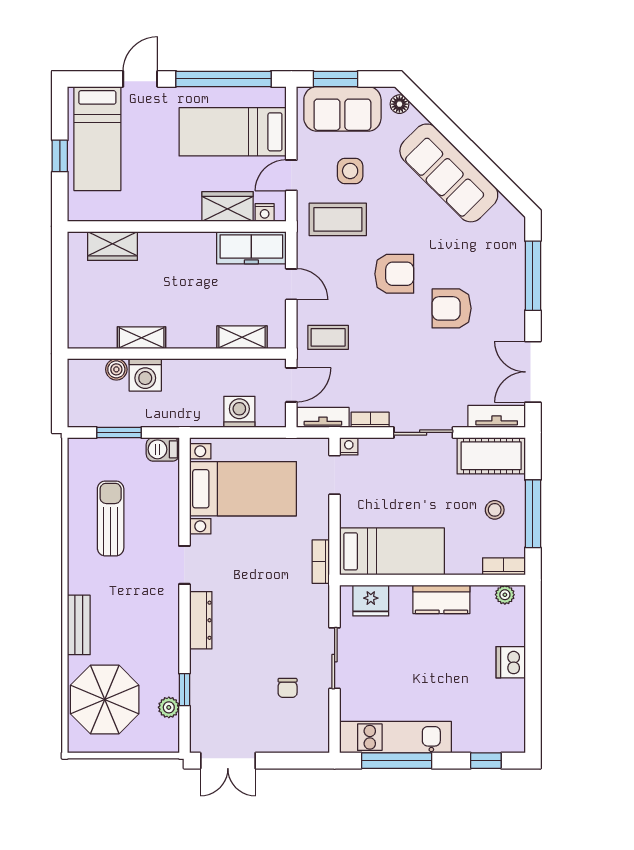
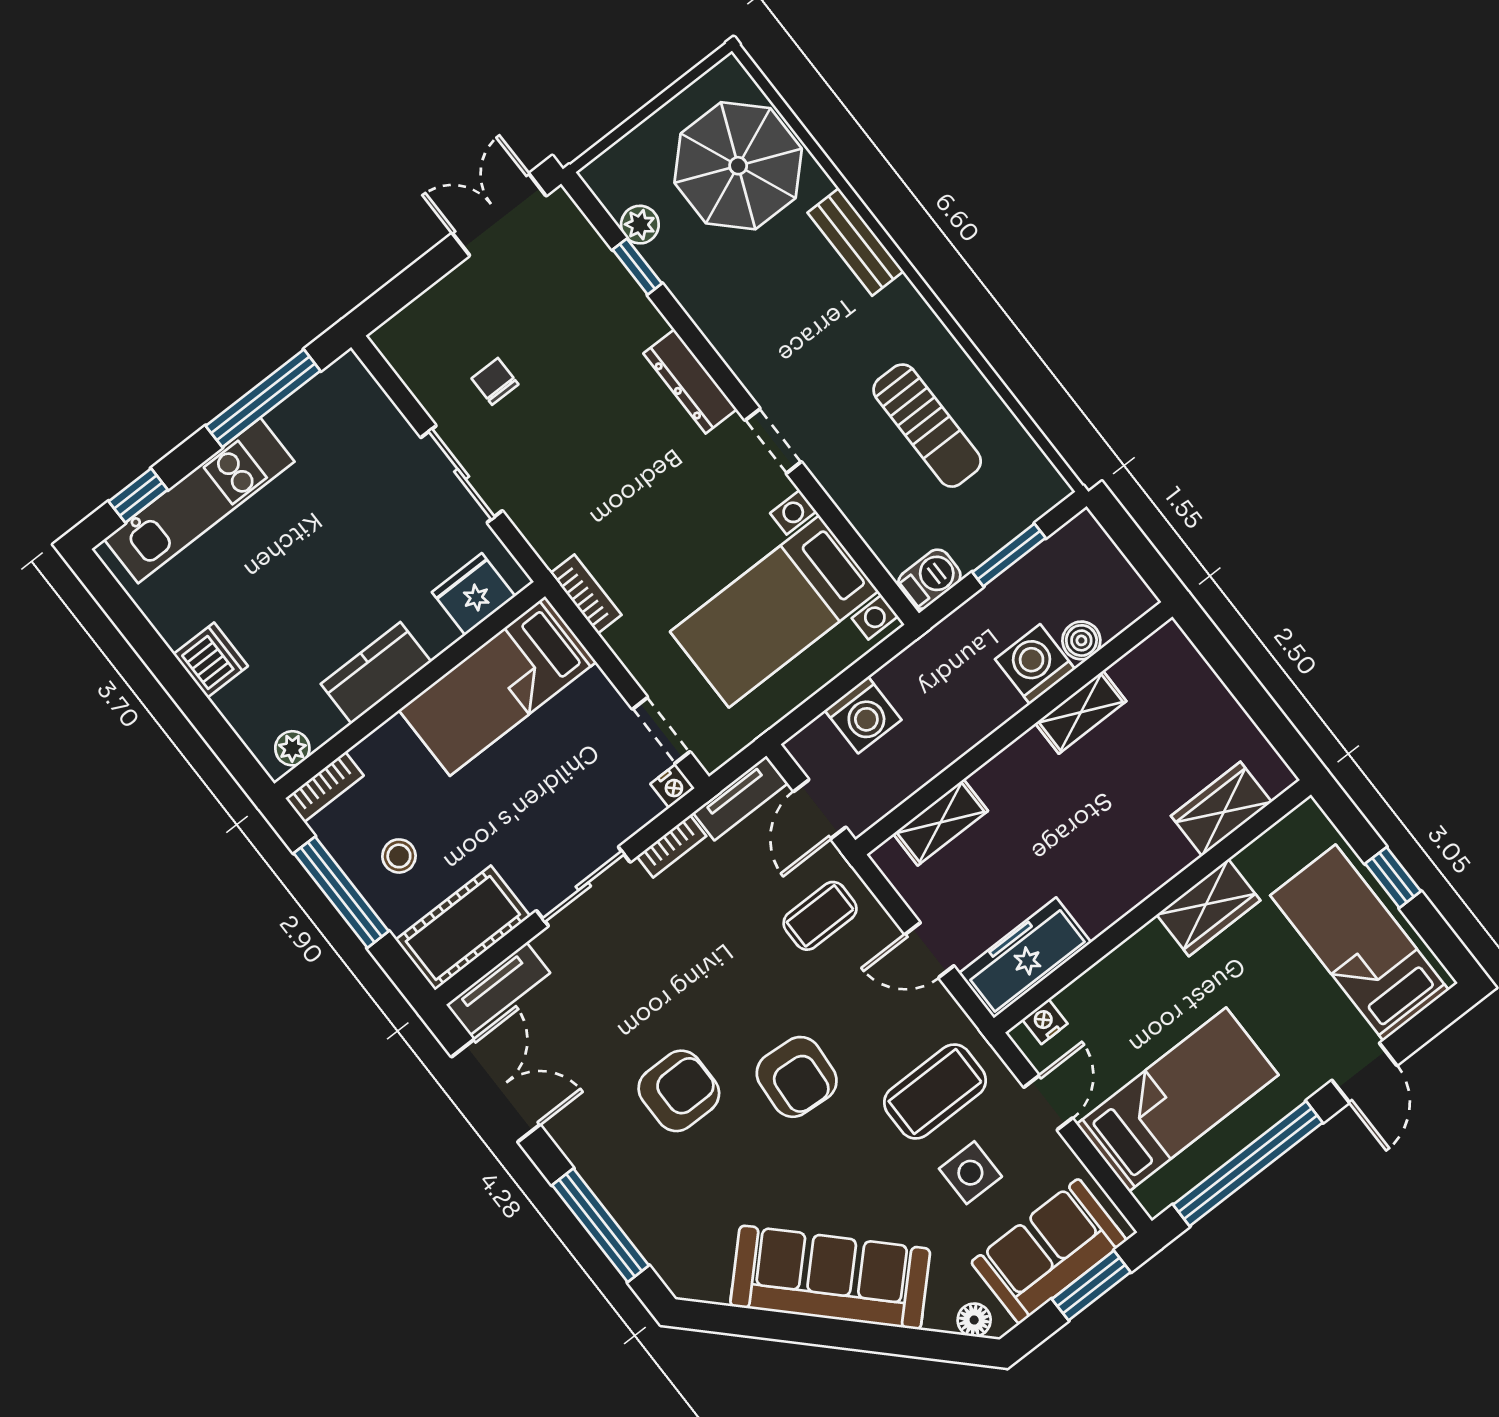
wardrobe: (228, 206) -> (1208, 908), moved
armchair: (394, 274) -> (797, 1077), turned -86
kitchen unit: (396, 737) -> (199, 501), moved

